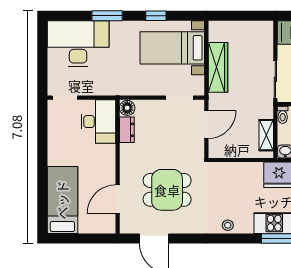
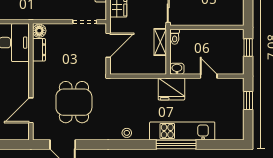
shelving: (266, 135) -> (160, 42), moved
dining table: (167, 190) -> (74, 102), turned 90

